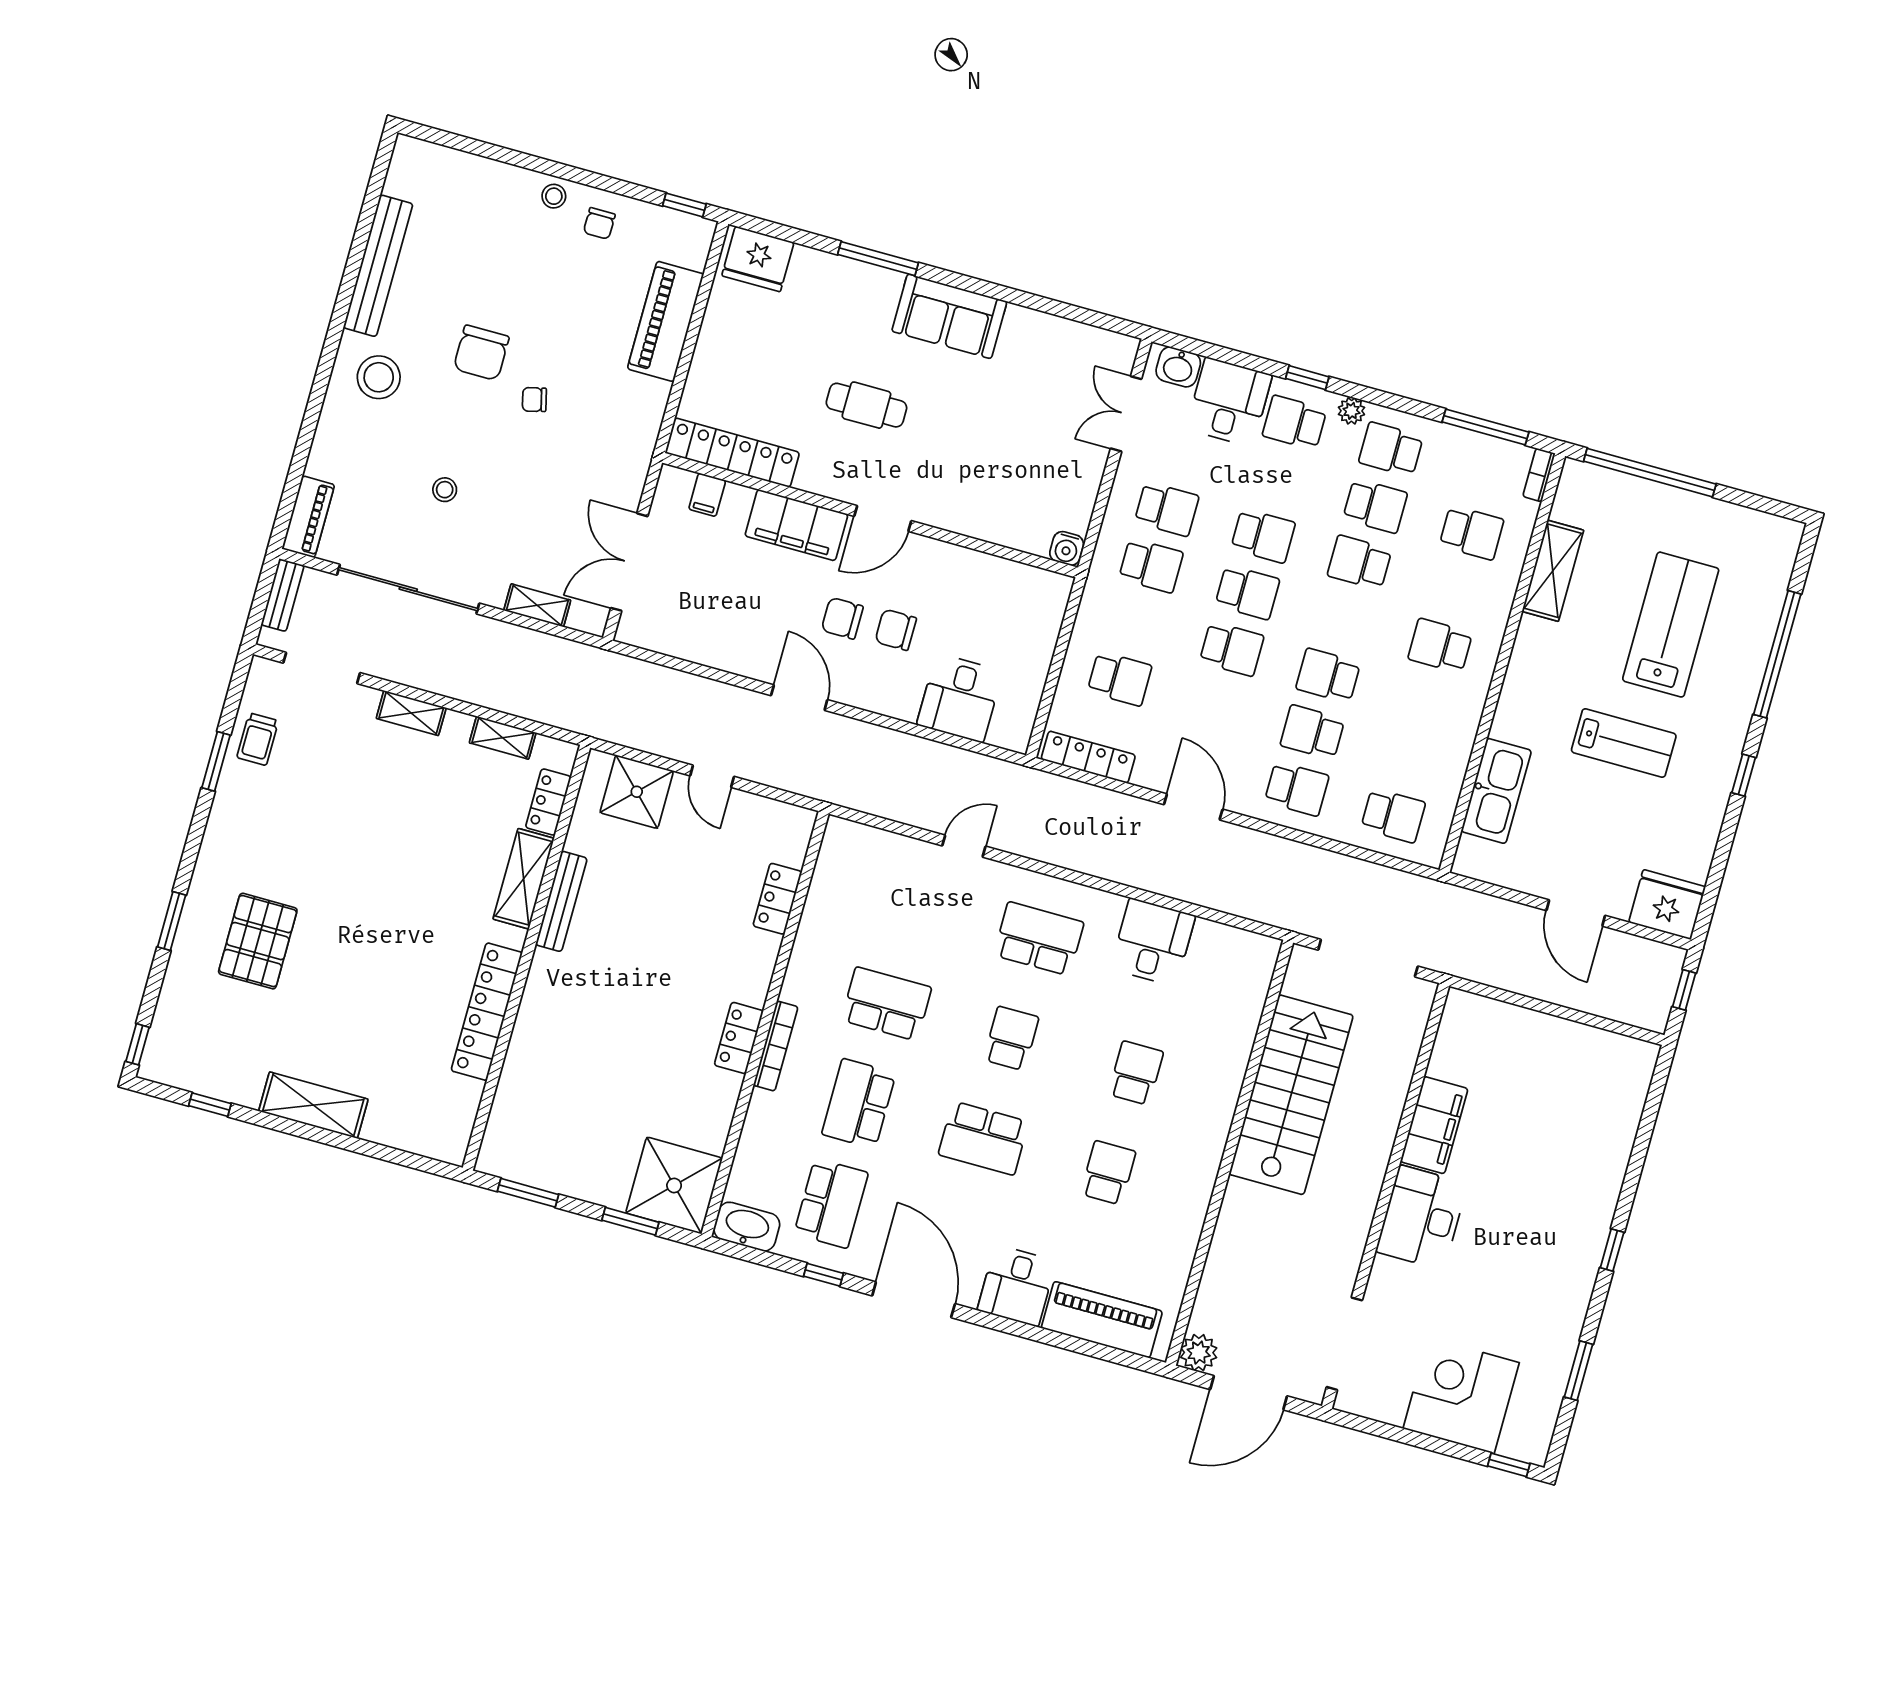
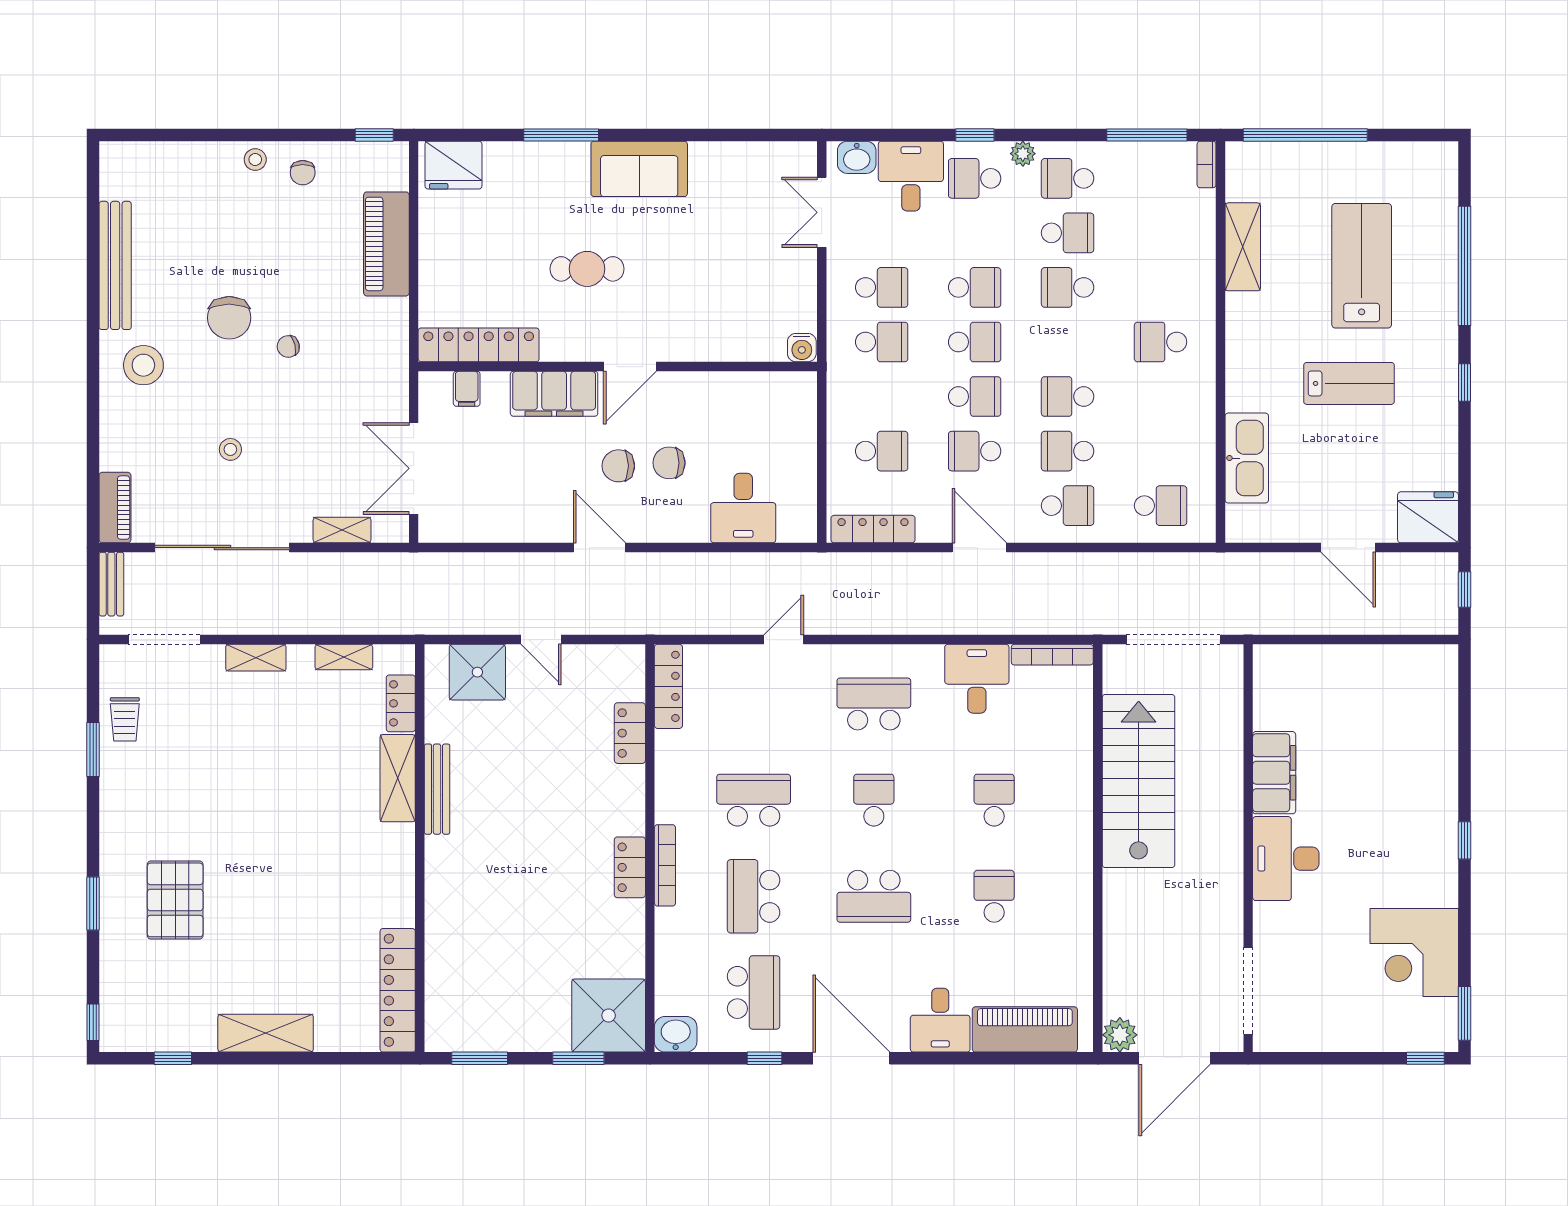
school desk: (1472, 533) -> (975, 451), moved, turned 180
locker: (831, 861) -> (668, 686), added
bookcase: (1238, 939) -> (1052, 655), added
locker: (487, 1012) -> (398, 990), moved
washbasin: (747, 1227) -> (676, 1034), width x0.72
window: (1579, 1371) -> (1464, 1013), moved
corner desk: (1461, 1396) -> (1414, 953), moved, turned -90

